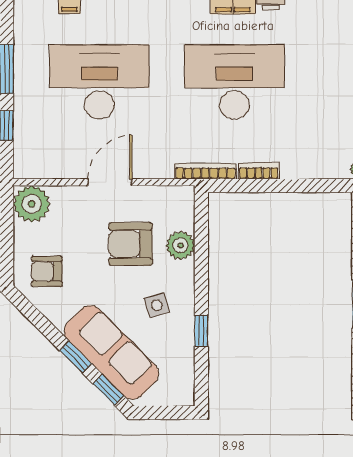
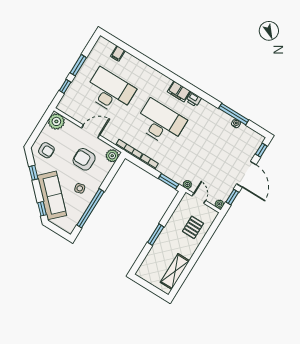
window: (320, 186) -> (169, 181), added
plant: (180, 245) -> (112, 156), moved
armchair: (47, 271) -> (46, 150), turned 180
window: (201, 331) -> (90, 208), width x3.17
window: (76, 357) -> (34, 173), moved

